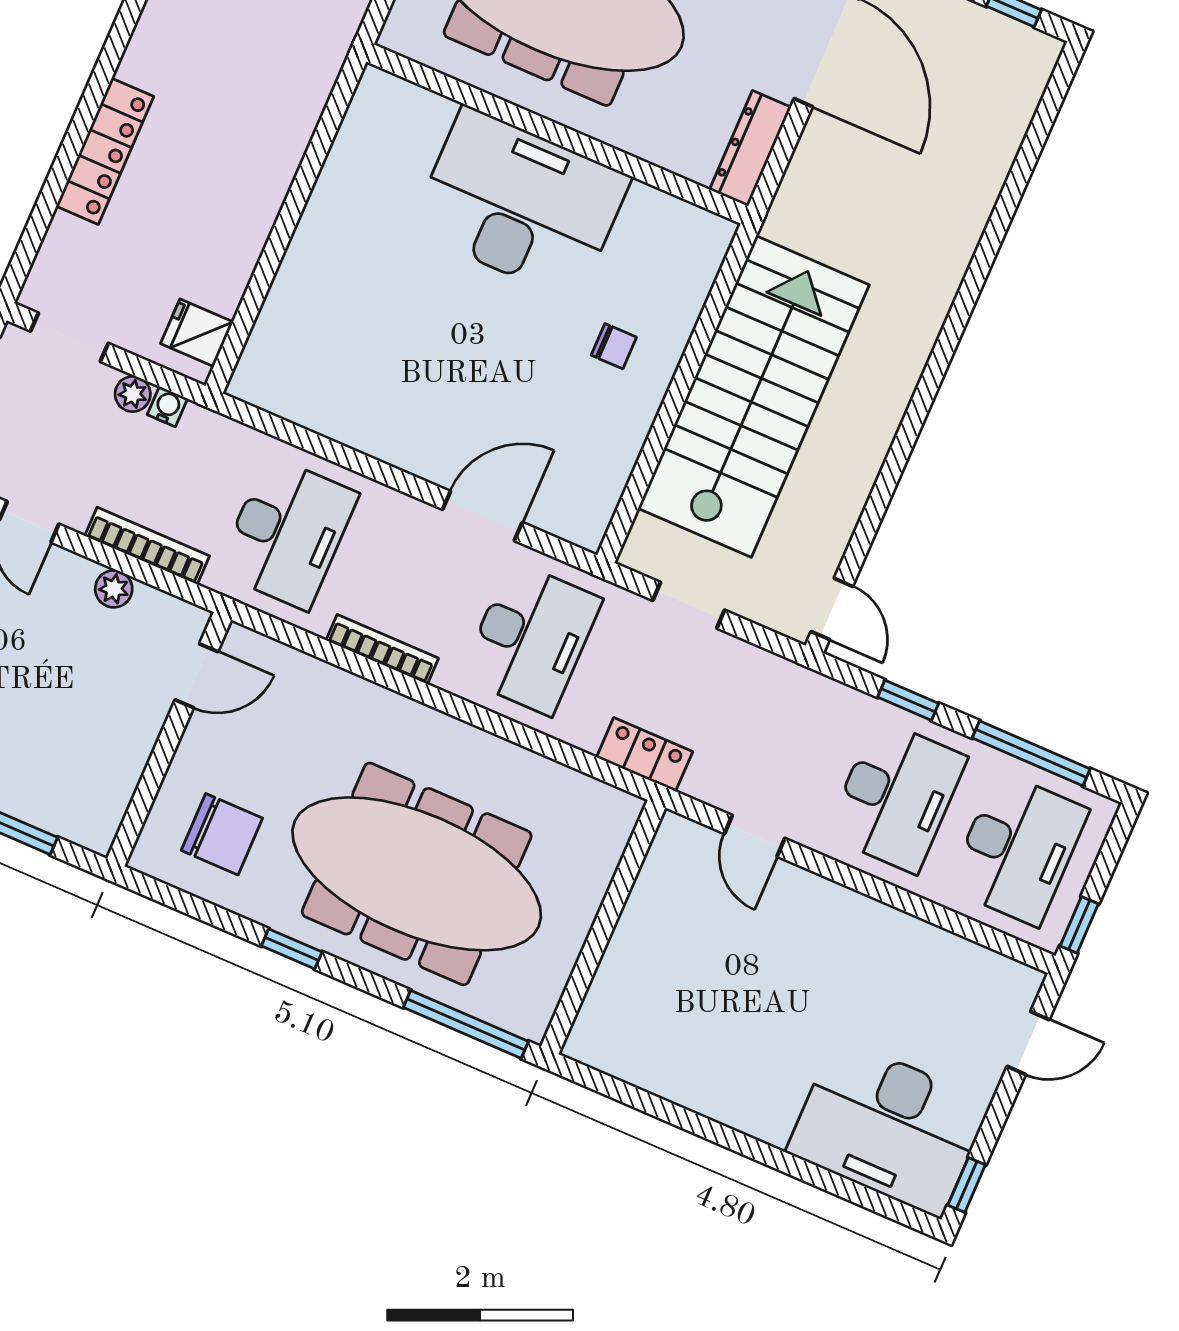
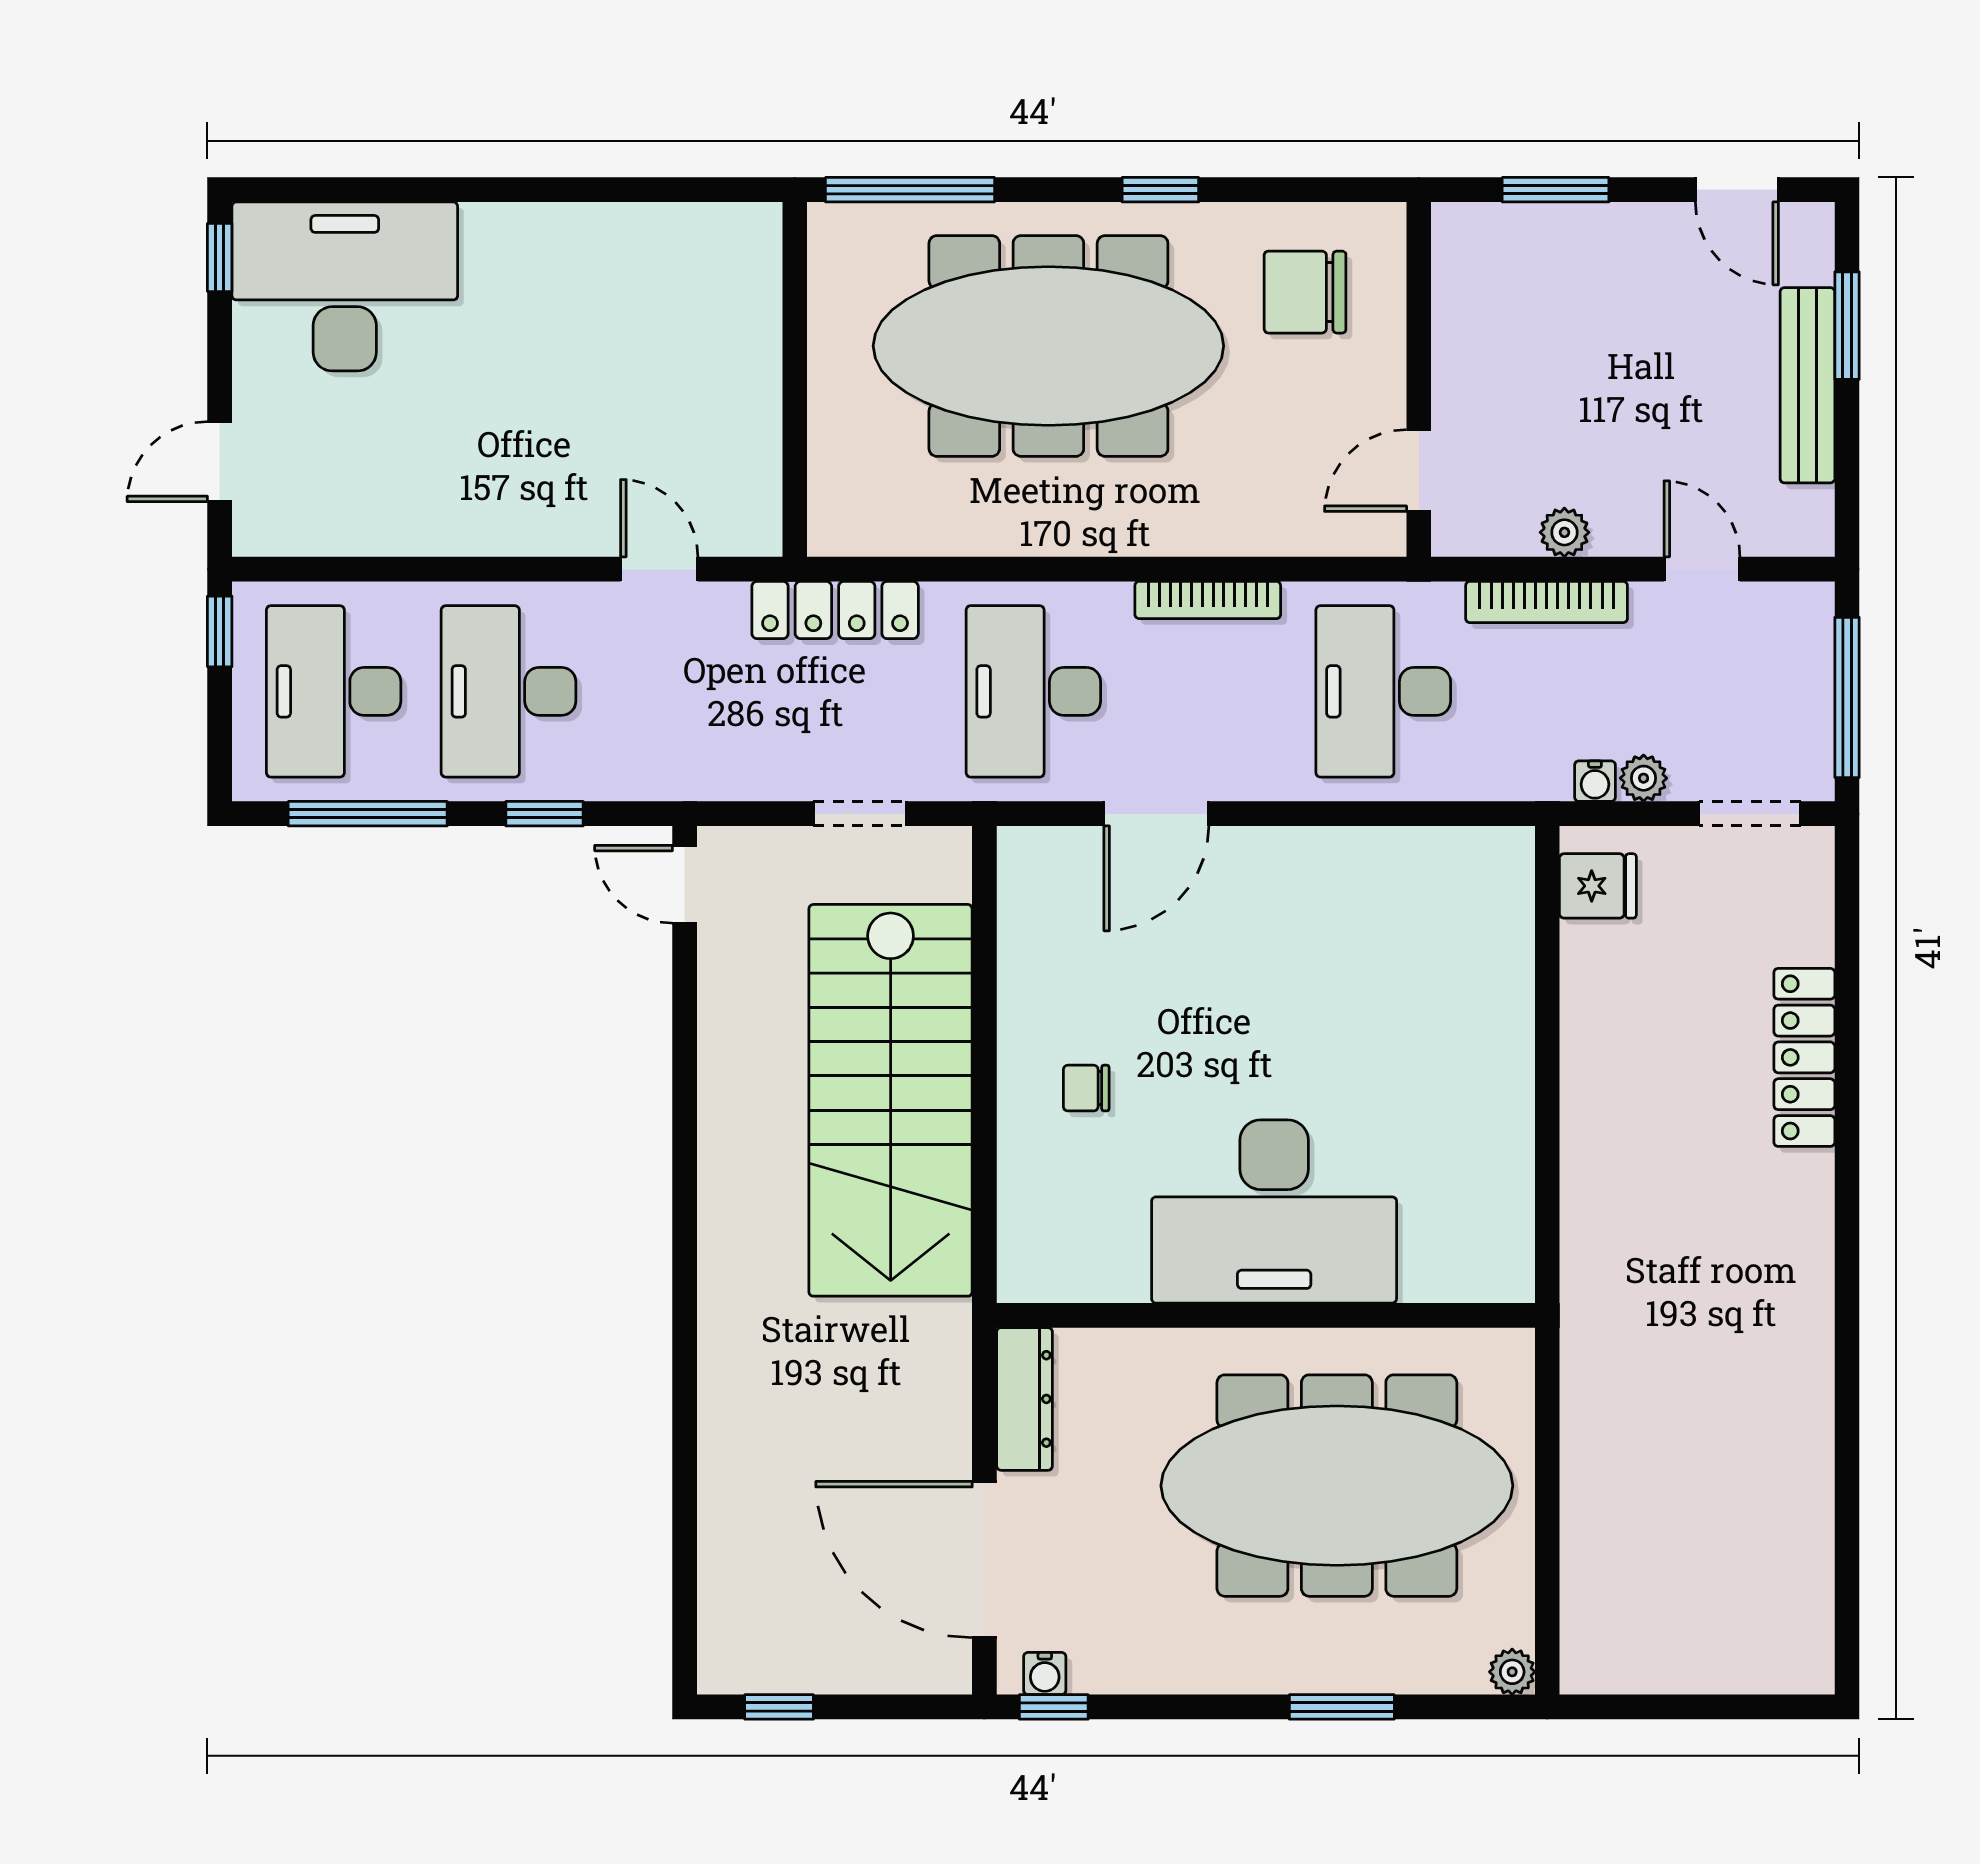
locker: (645, 754) -> (835, 610), width x1.53

